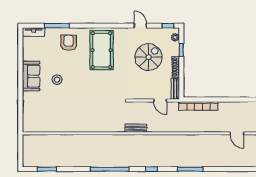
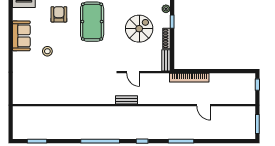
sofa: (31, 76) -> (21, 36), moved
door: (160, 101) -> (133, 72), moved
door: (237, 133) -> (204, 105), moved

